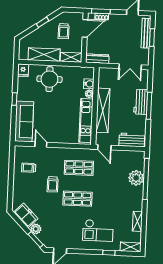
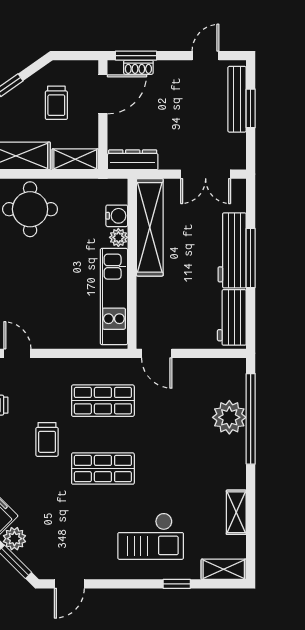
workbench: (141, 102) -> (232, 250), width x1.38
shelving: (103, 110) -> (150, 227), moved
workbench: (132, 140) -> (232, 317), moved, turned -90

